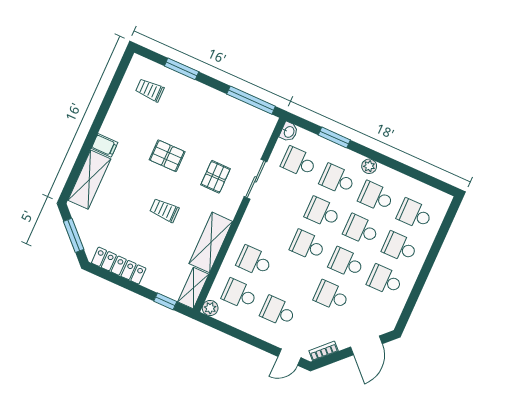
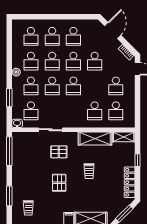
window: (165, 301) -> (138, 160), moved
plant: (210, 308) -> (130, 123), removed
door: (366, 345) -> (113, 30), hinge flipped

